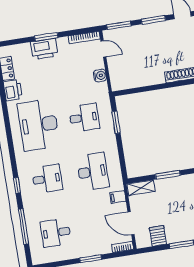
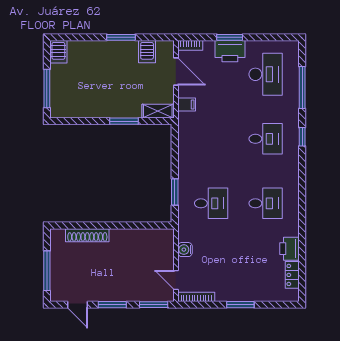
printer: (44, 49) -> (230, 51), moved, turned 180
desk: (84, 118) -> (211, 203), turned 180
desk: (39, 125) -> (266, 203), width x0.53, depth x0.77
desk: (93, 172) -> (211, 139), removed
desk: (47, 179) -> (266, 139), turned 180
desk: (56, 233) -> (266, 74), width x1.37

